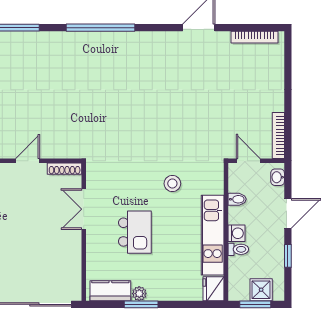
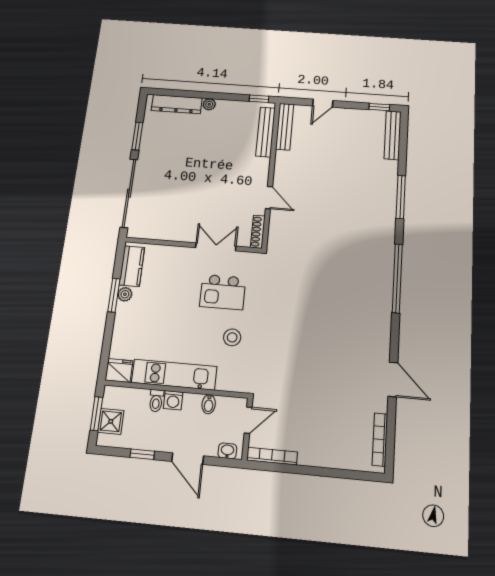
kitchen island: (135, 232) -> (223, 292), moved

